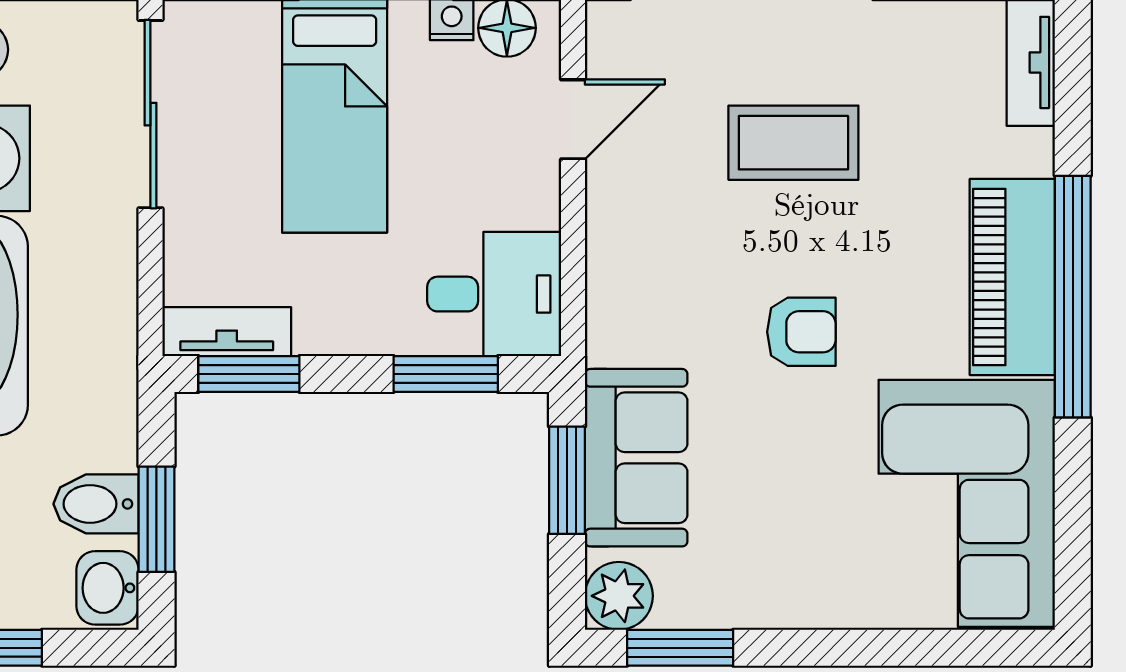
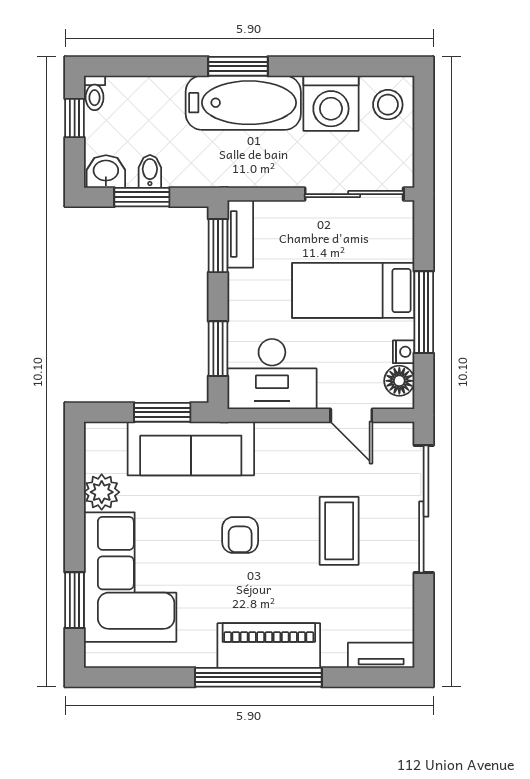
desk: (494, 294) -> (272, 374), width x1.37
sofa: (636, 458) -> (191, 448), width x1.36
corner sofa: (967, 503) -> (130, 577), moved, turned 90
bidet: (96, 504) -> (150, 171), width x0.72, depth x0.74
plant: (619, 596) -> (102, 492), moved
window: (680, 648) -> (75, 600), moved

